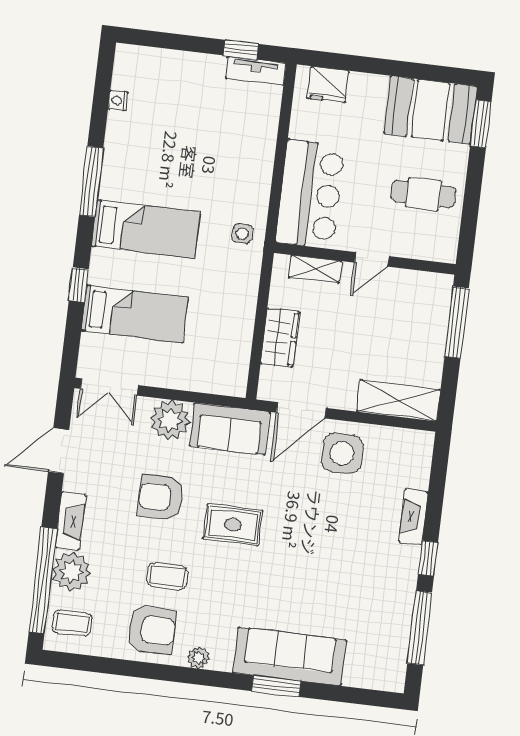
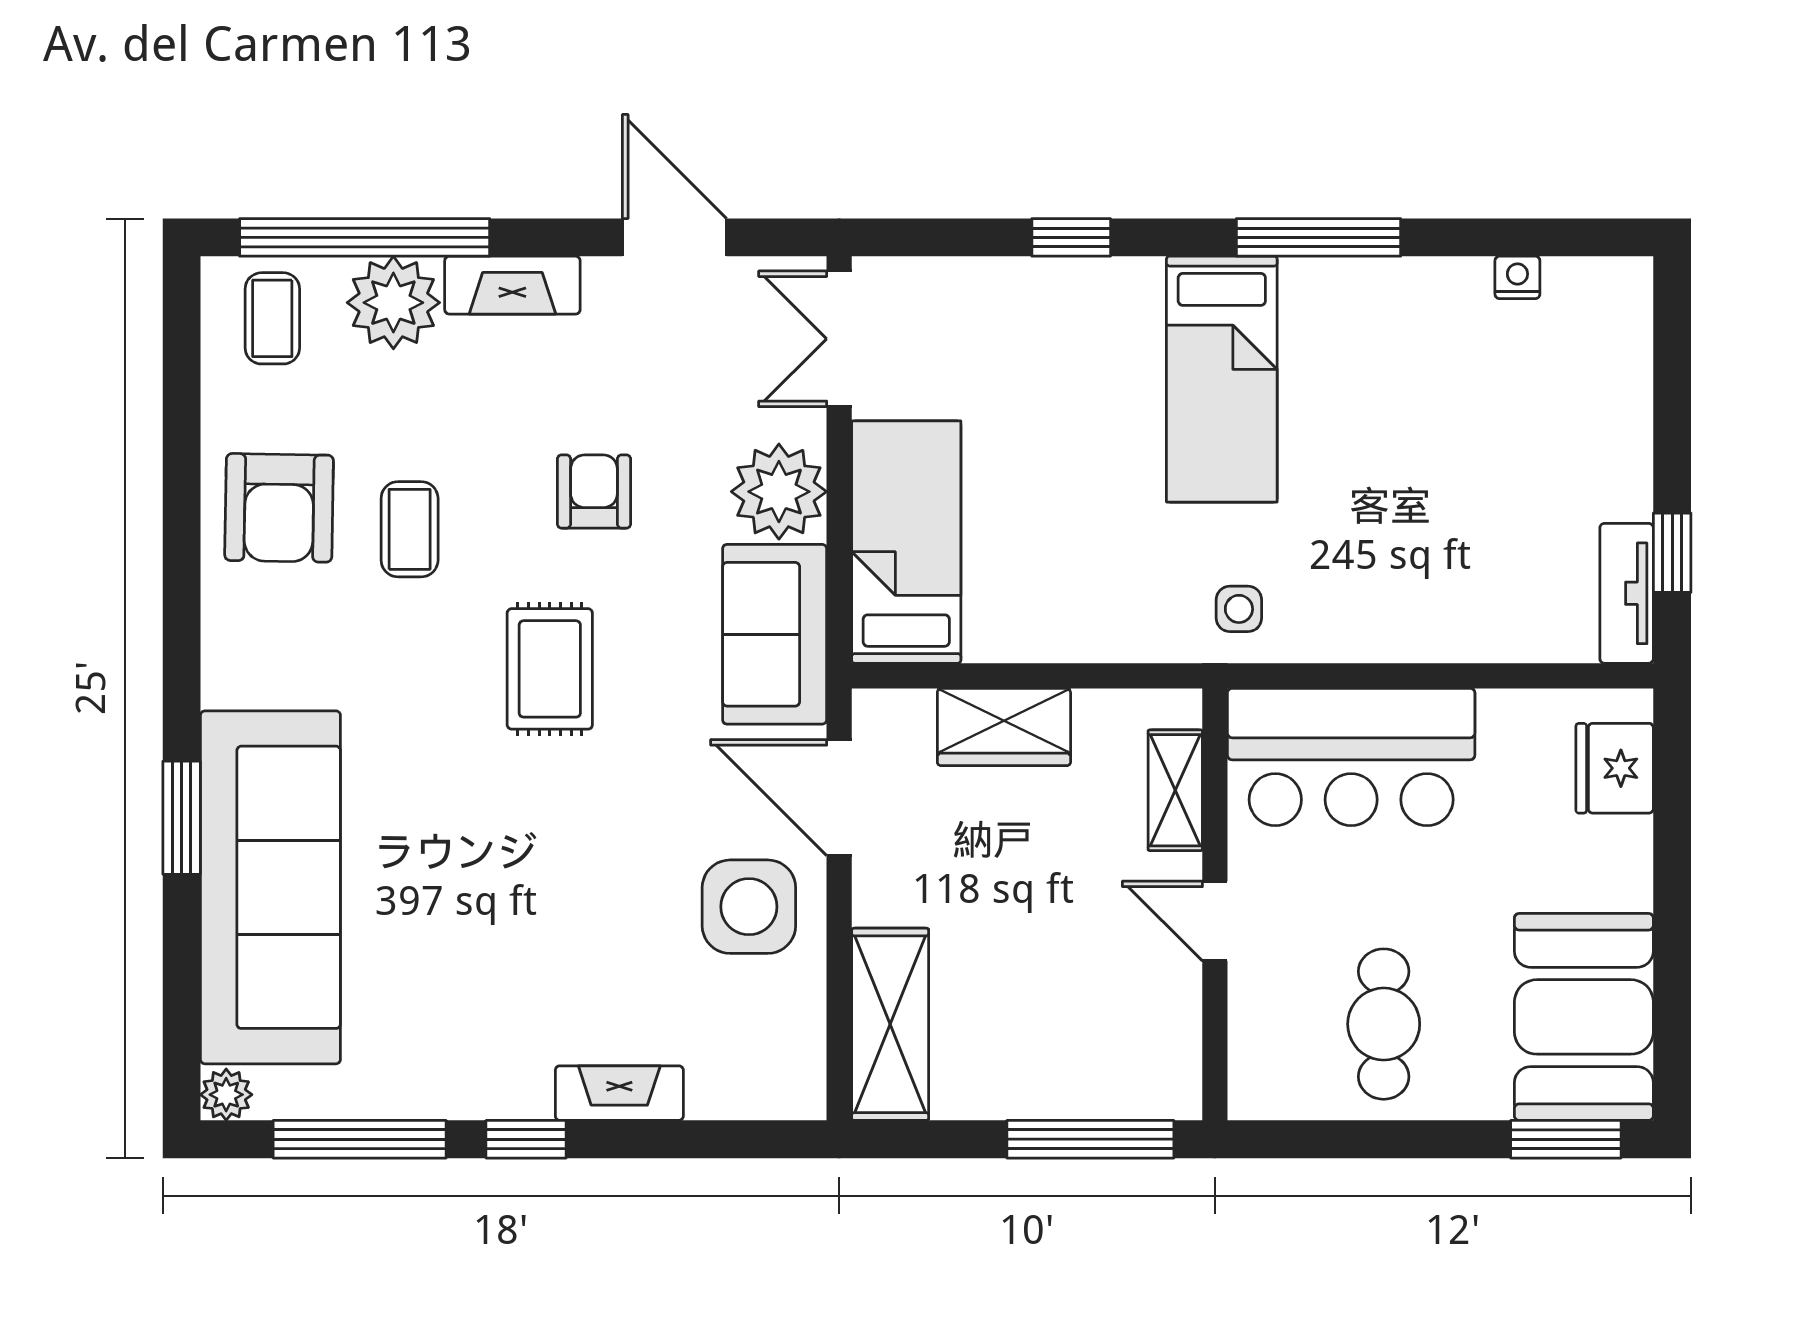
bed: (135, 314) -> (906, 542), moved, turned 180
armchair: (161, 497) -> (594, 492), width x0.72, depth x0.72
sofa: (290, 656) -> (270, 887), width x1.36, depth x1.27
plant: (198, 658) -> (226, 1095), moved

